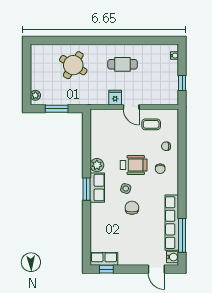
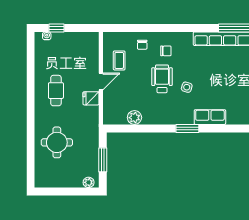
round table: (73, 65) -> (57, 142), turned -31
window: (182, 83) -> (56, 28), moved
plant: (97, 165) -> (134, 118), moved
row of seats: (97, 188) -> (210, 117), moved
chair: (132, 208) -> (207, 81), removed

